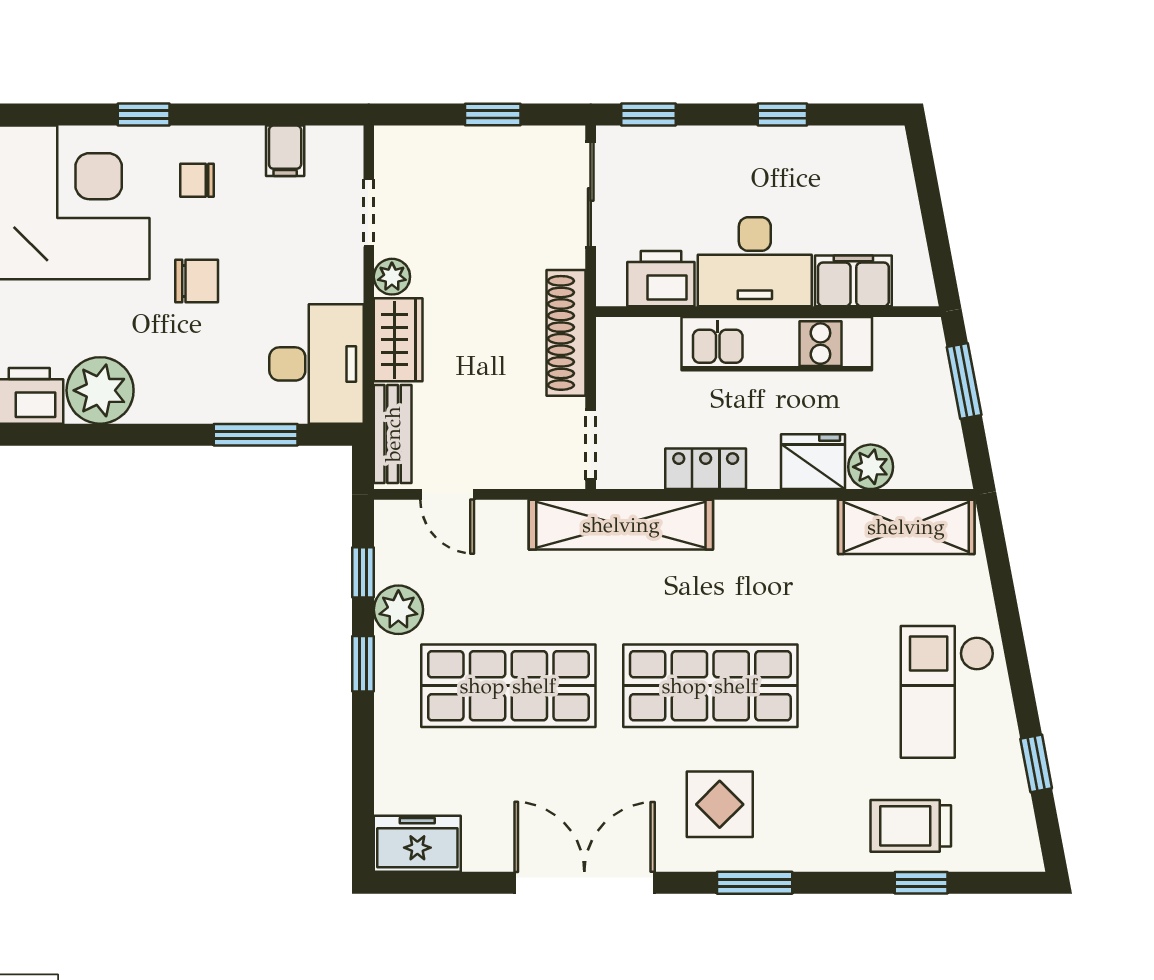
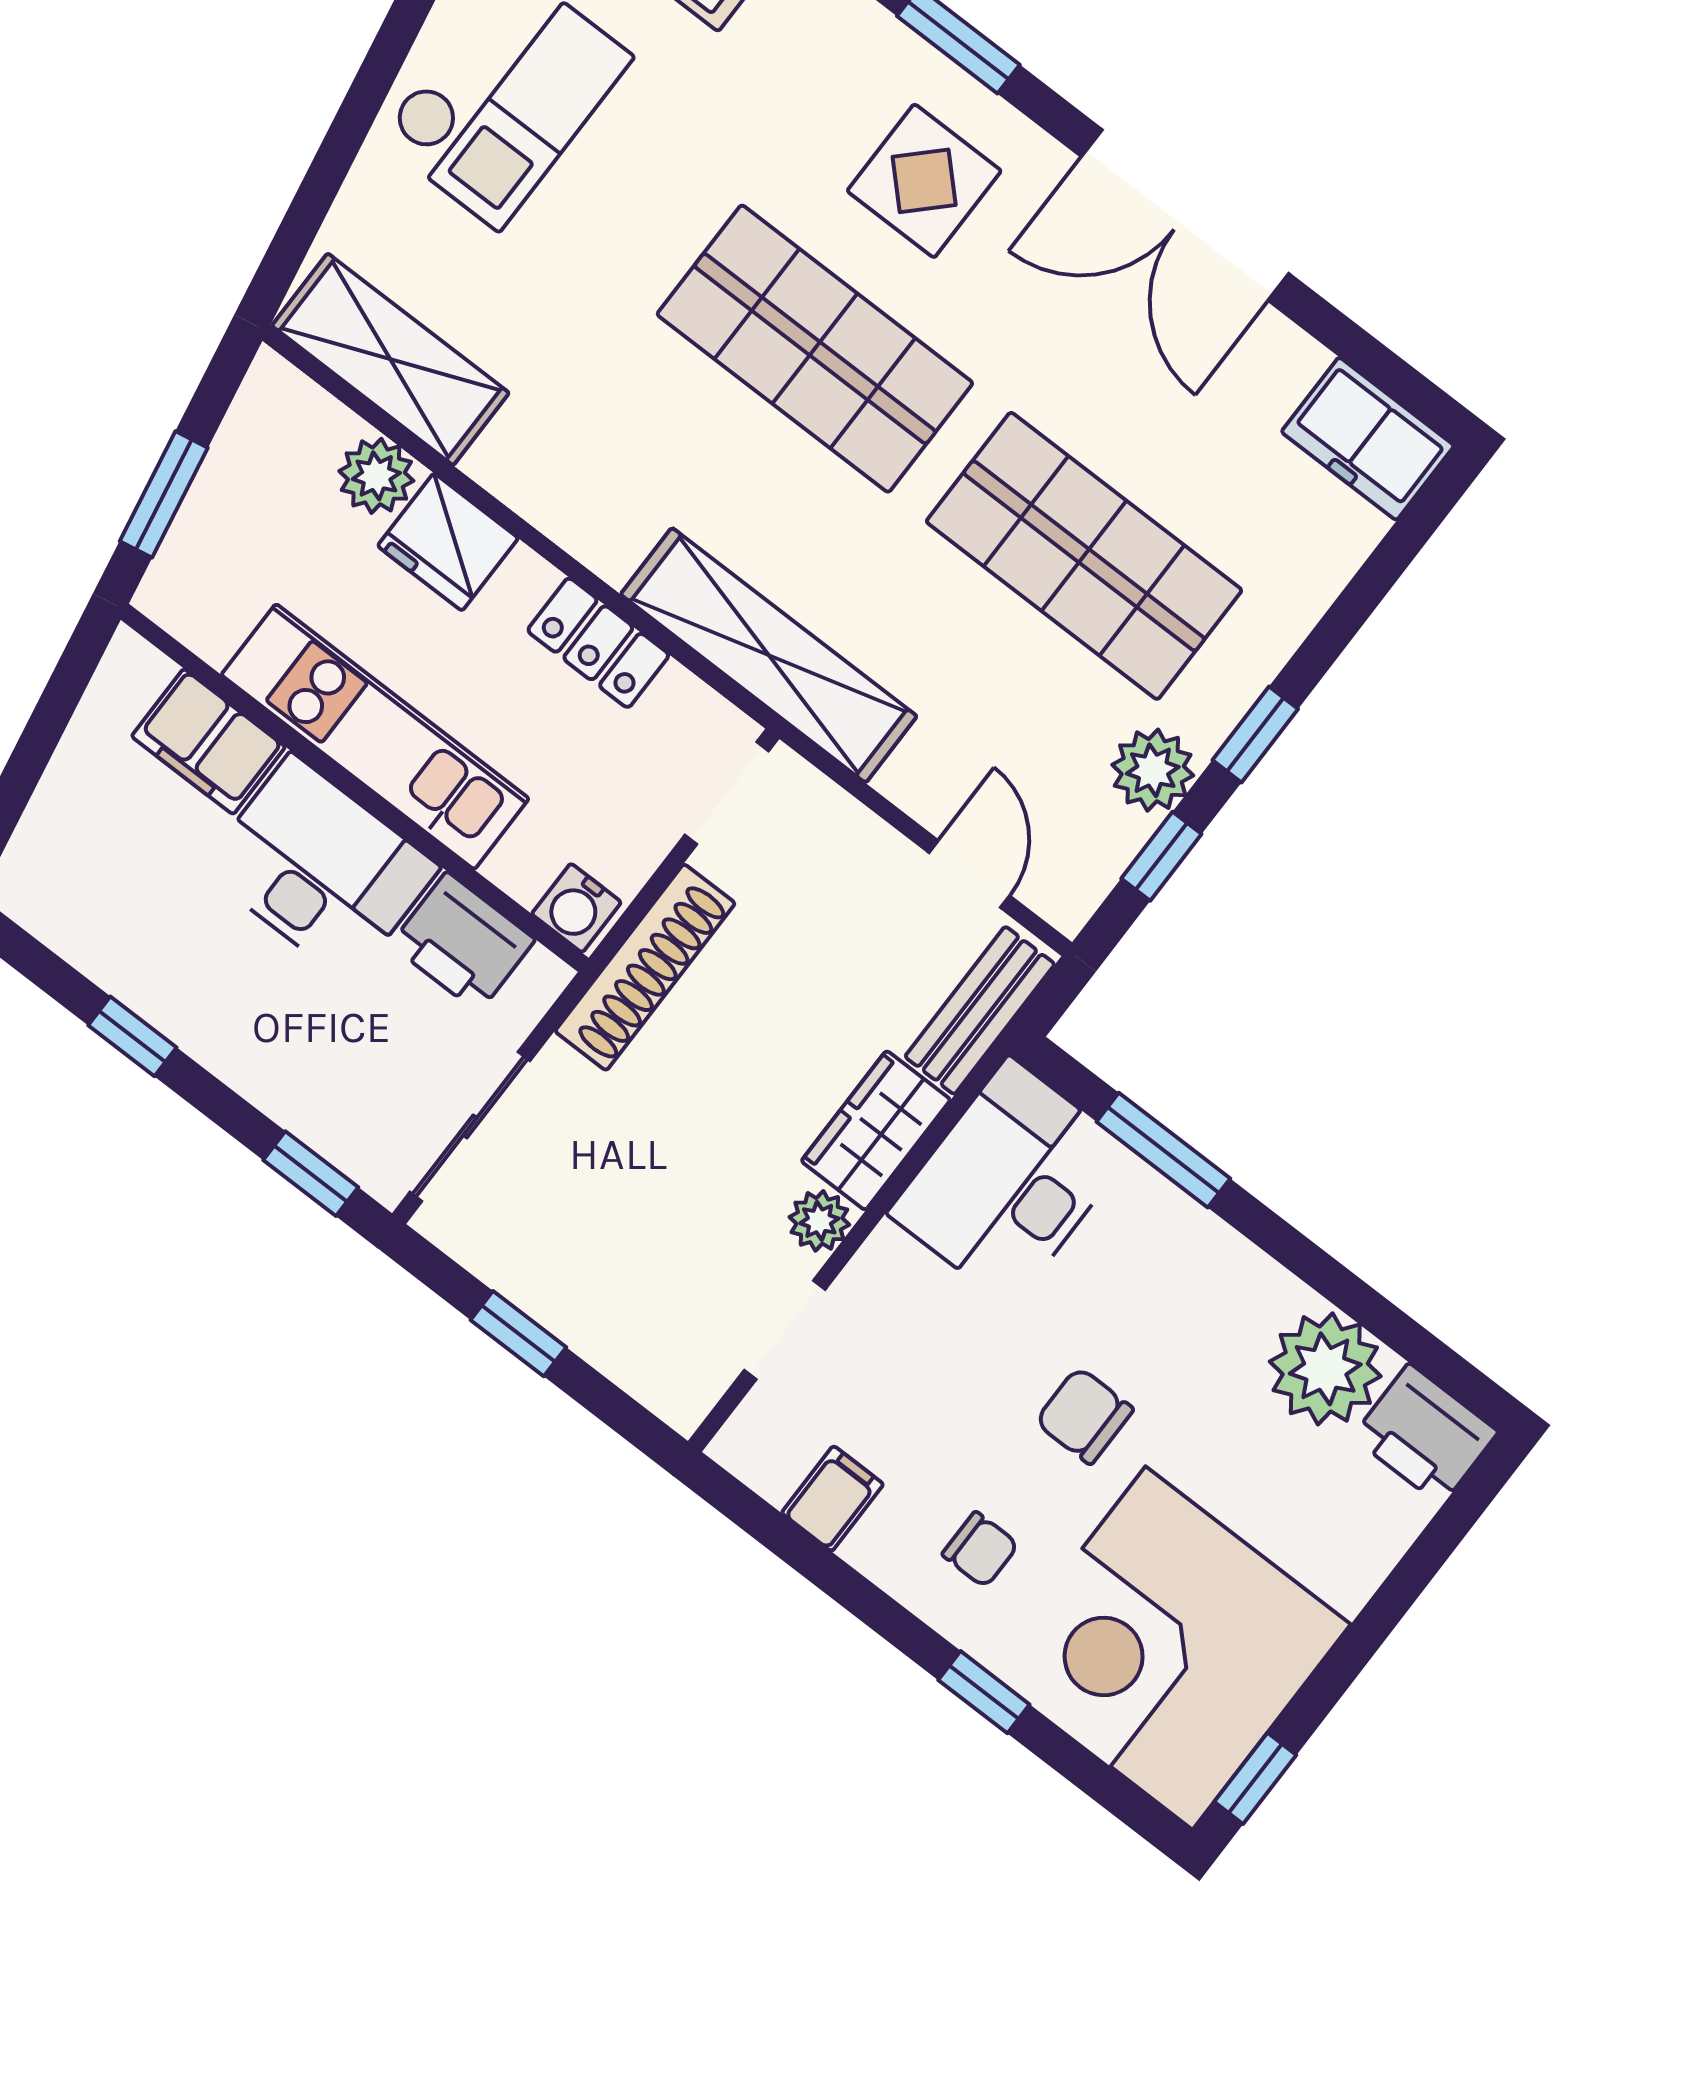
water cooler: (620, 336) -> (576, 908), added

